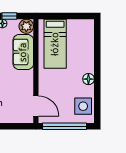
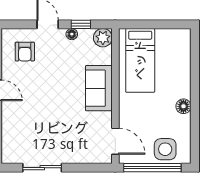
sofa: (23, 52) -> (99, 88), moved
side table: (83, 106) -> (165, 149), moved

